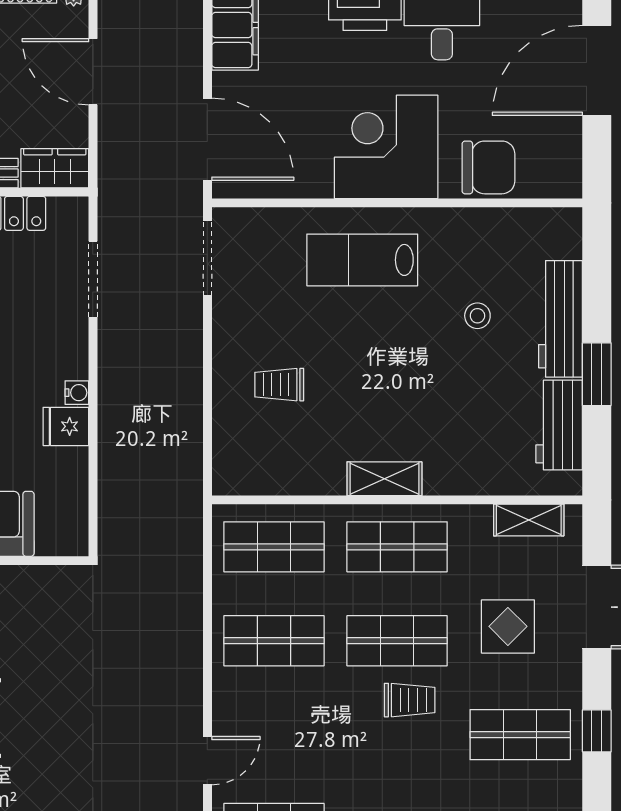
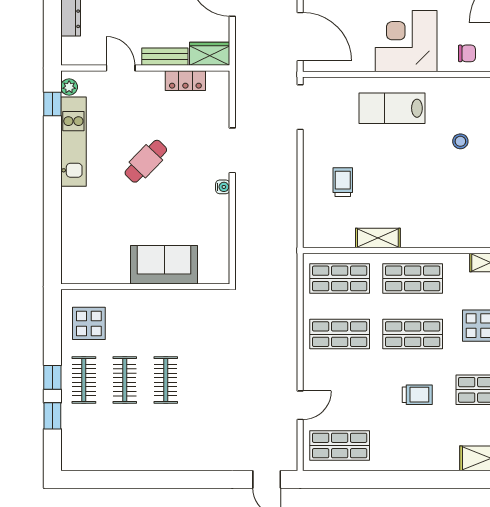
chair: (488, 167) -> (467, 53), width x0.54, depth x0.54
doorway: (93, 279) -> (232, 150), moved
trolley: (279, 385) -> (343, 182), turned 90
fridge: (66, 426) -> (216, 207), removed
shelving: (384, 479) -> (378, 238), moved
trolley: (410, 700) -> (417, 395), moved

